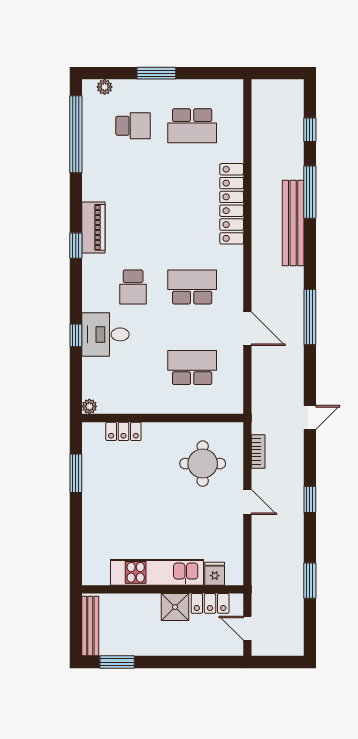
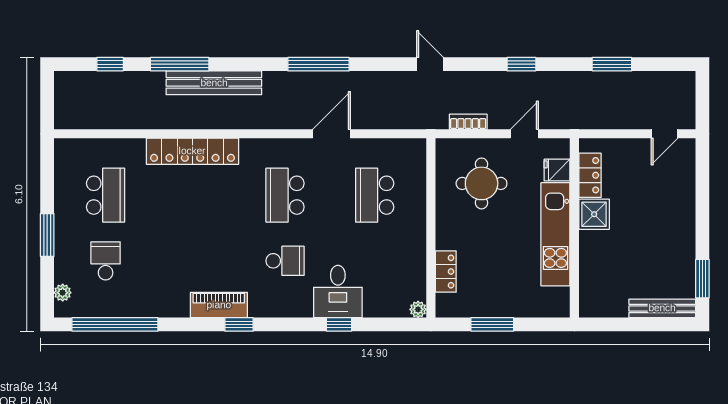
kitchen unit: (157, 572) -> (555, 234), moved
fridge: (215, 574) -> (557, 170), moved
wall: (163, 589) -> (574, 228), moved
locker: (210, 603) -> (590, 175), moved
shower: (175, 607) -> (594, 214), moved

